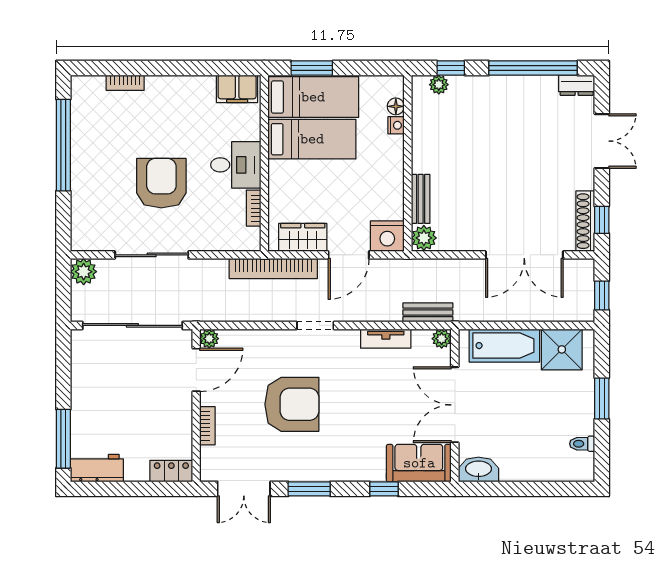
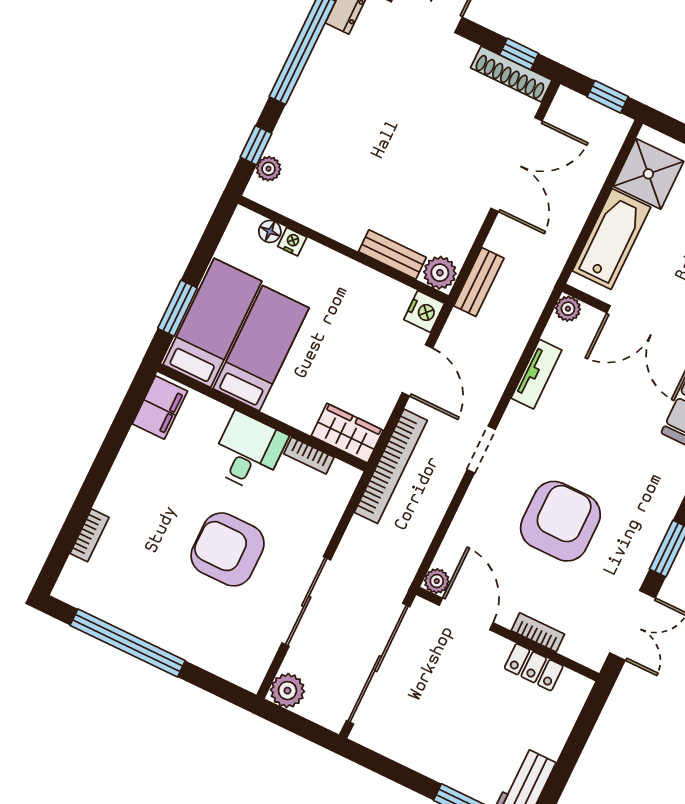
nightstand: (387, 236) -> (424, 311), width x0.74, depth x0.75
wardrobe: (303, 237) -> (347, 433), moved, turned 90
bench: (428, 312) -> (479, 282), moved
locker: (171, 471) -> (534, 667), moved, turned -90

